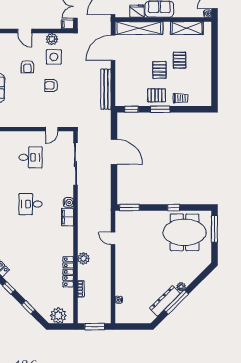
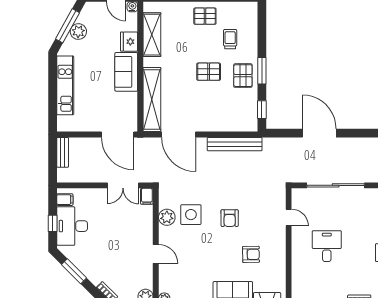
fridge: (137, 11) -> (129, 42), moved
door: (25, 31) -> (156, 254), hinge flipped
pallet: (180, 60) -> (205, 16), moved
armchair: (27, 67) -> (251, 254), moved
trolley: (181, 98) -> (230, 39), moved
door: (114, 152) -> (319, 133), hinge flipped

